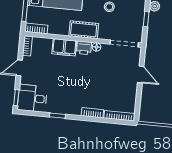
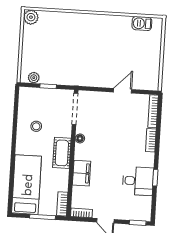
printer: (84, 48) -> (81, 152), removed
door: (141, 74) -> (122, 91), moved
desk: (32, 98) -> (138, 181), moved, turned -90

